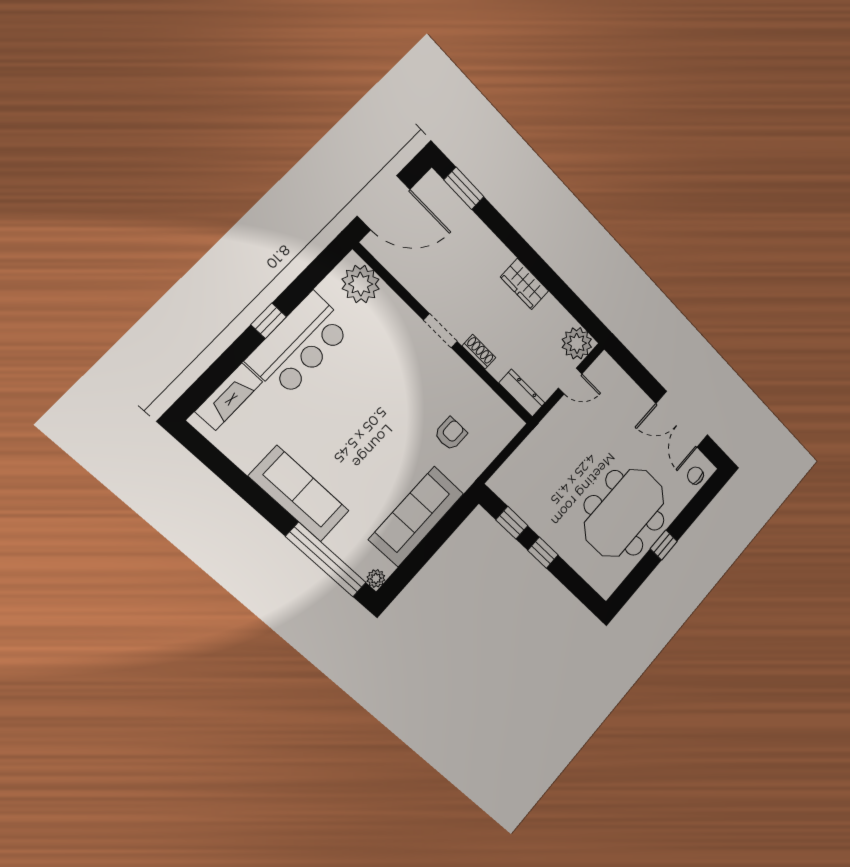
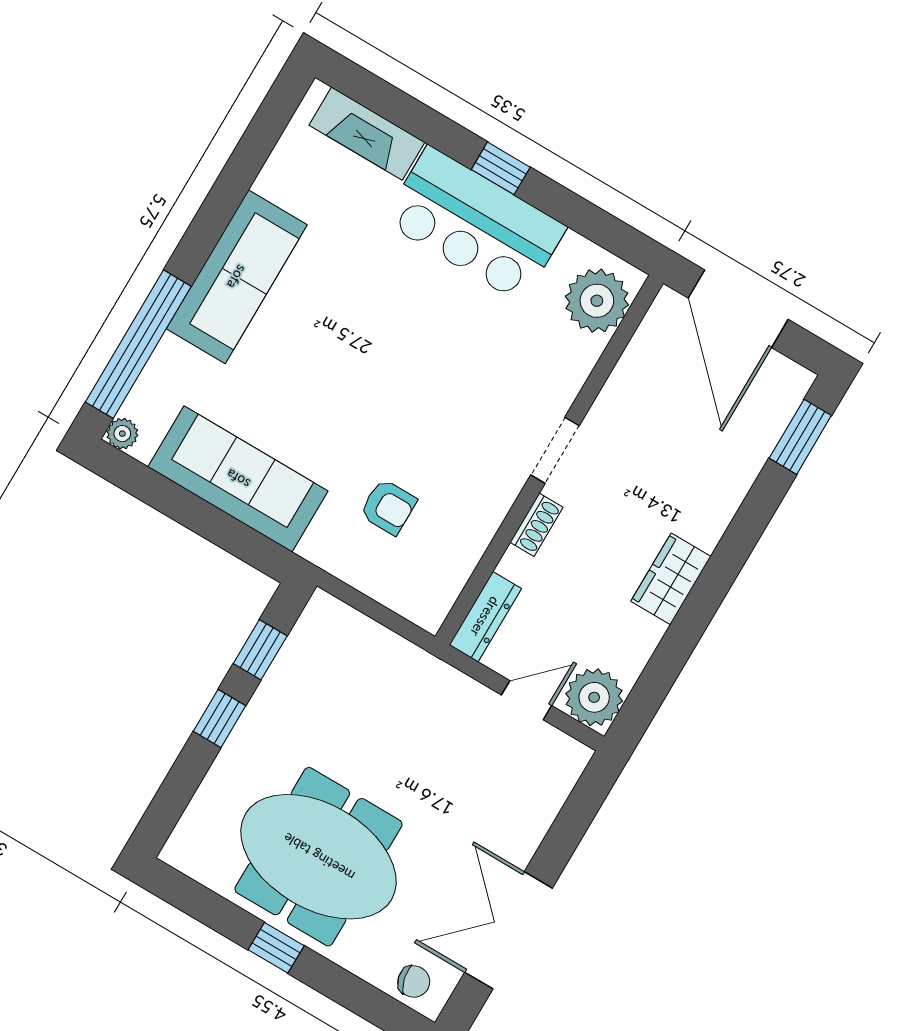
door: (570, 381) -> (527, 700), swing flipped
chair: (695, 476) -> (414, 982), turned 76

